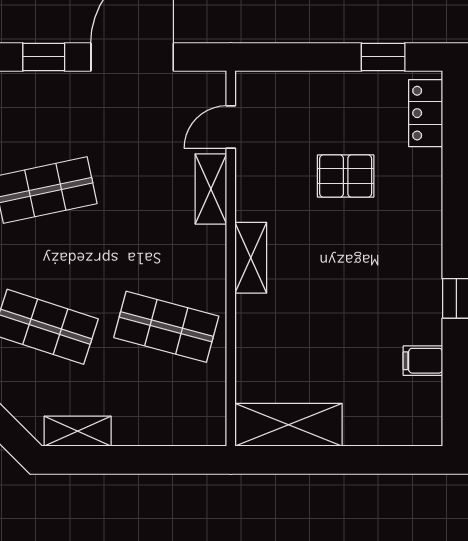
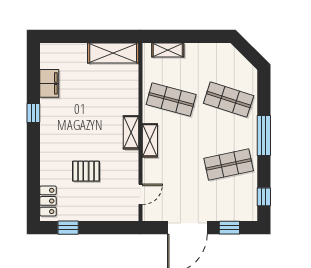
shelving: (211, 189) -> (150, 140), moved
filing cabinet: (423, 361) -> (49, 83), width x2.00
shelving: (78, 431) -> (168, 50), moved

